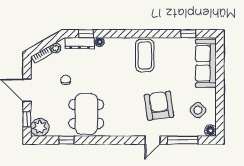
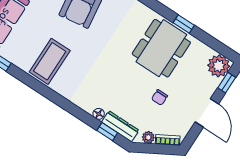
coffee table: (145, 55) -> (50, 61), moved
window: (66, 140) -> (184, 24), moved

